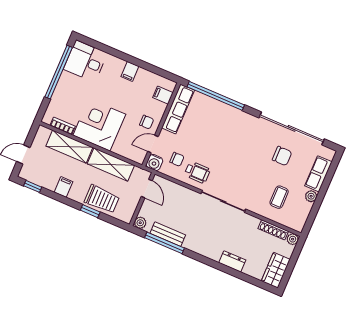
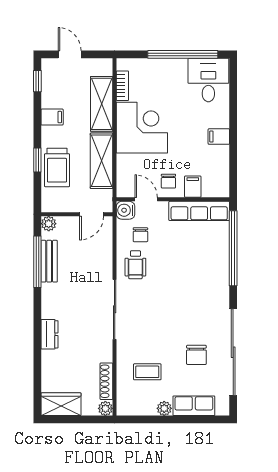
filing cabinet: (163, 95) -> (193, 187), moved
dresser: (232, 261) -> (50, 334), moved

